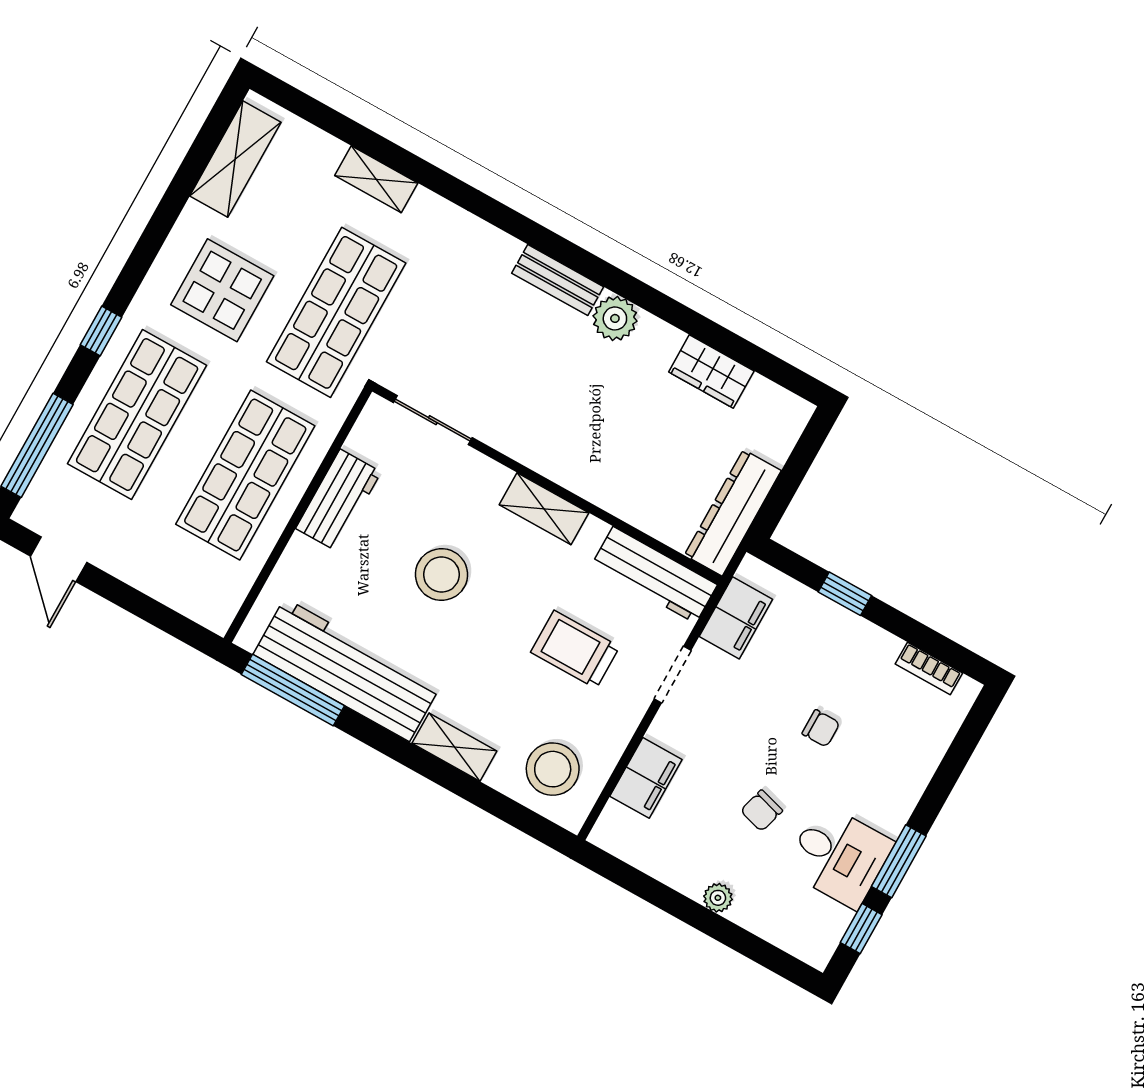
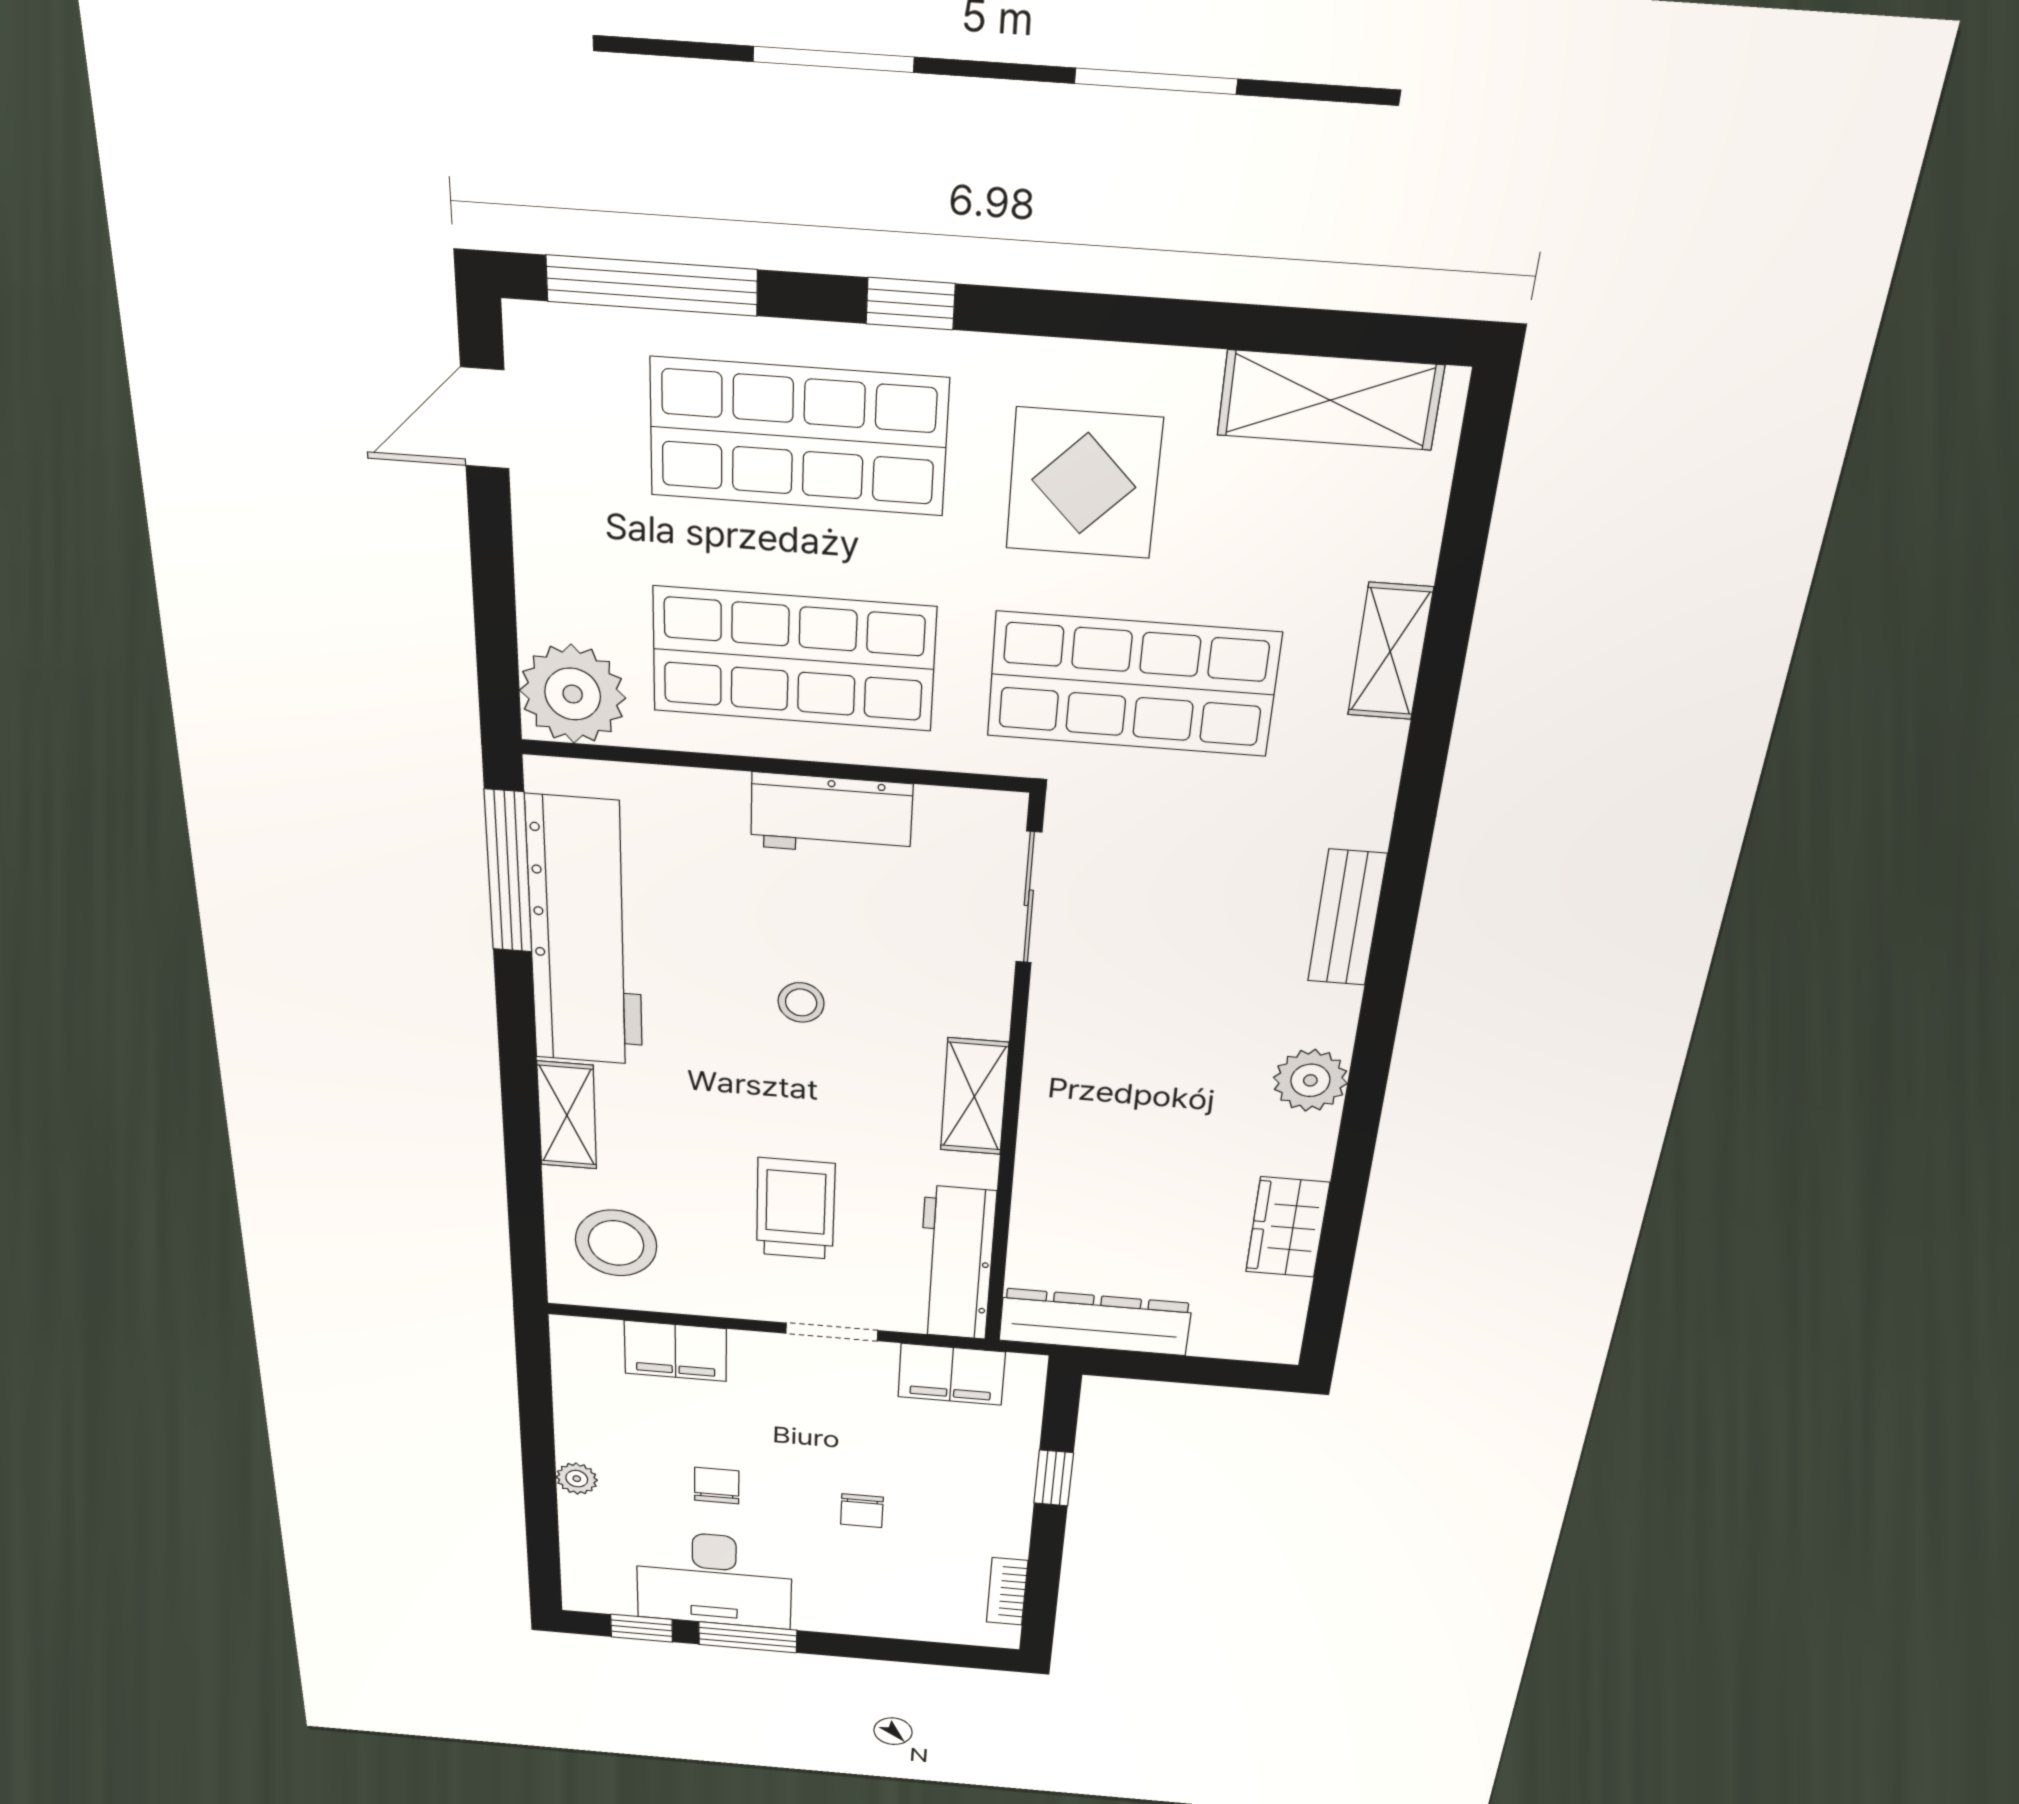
bench: (558, 280) -> (1347, 918), moved
stool: (441, 575) -> (801, 1002), width x0.53, depth x0.53
plant: (212, 597) -> (573, 694), added
chair: (761, 811) -> (717, 1486), turned 74
desk: (839, 856) -> (714, 1580), width x1.37

